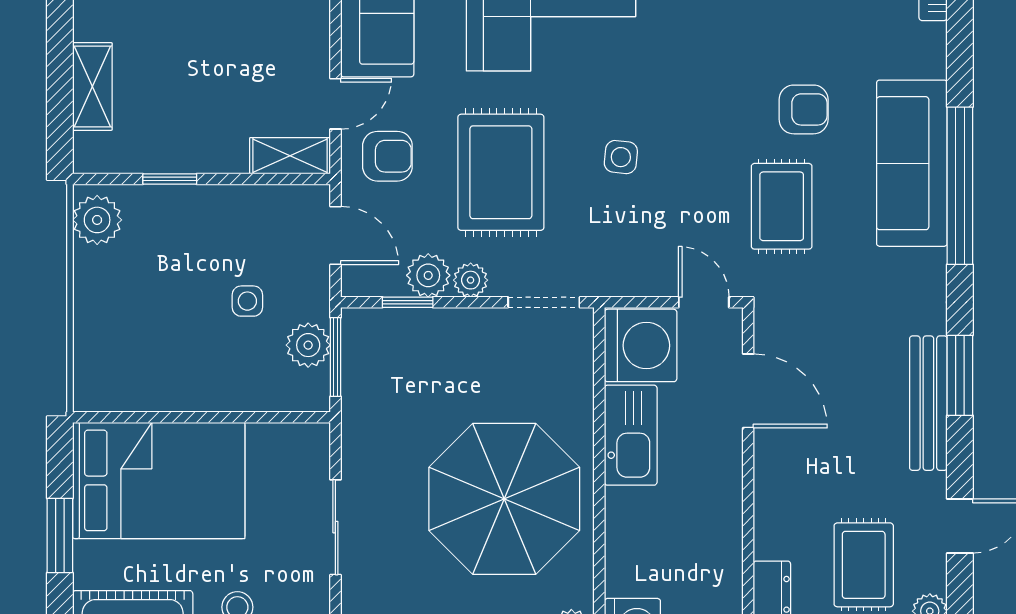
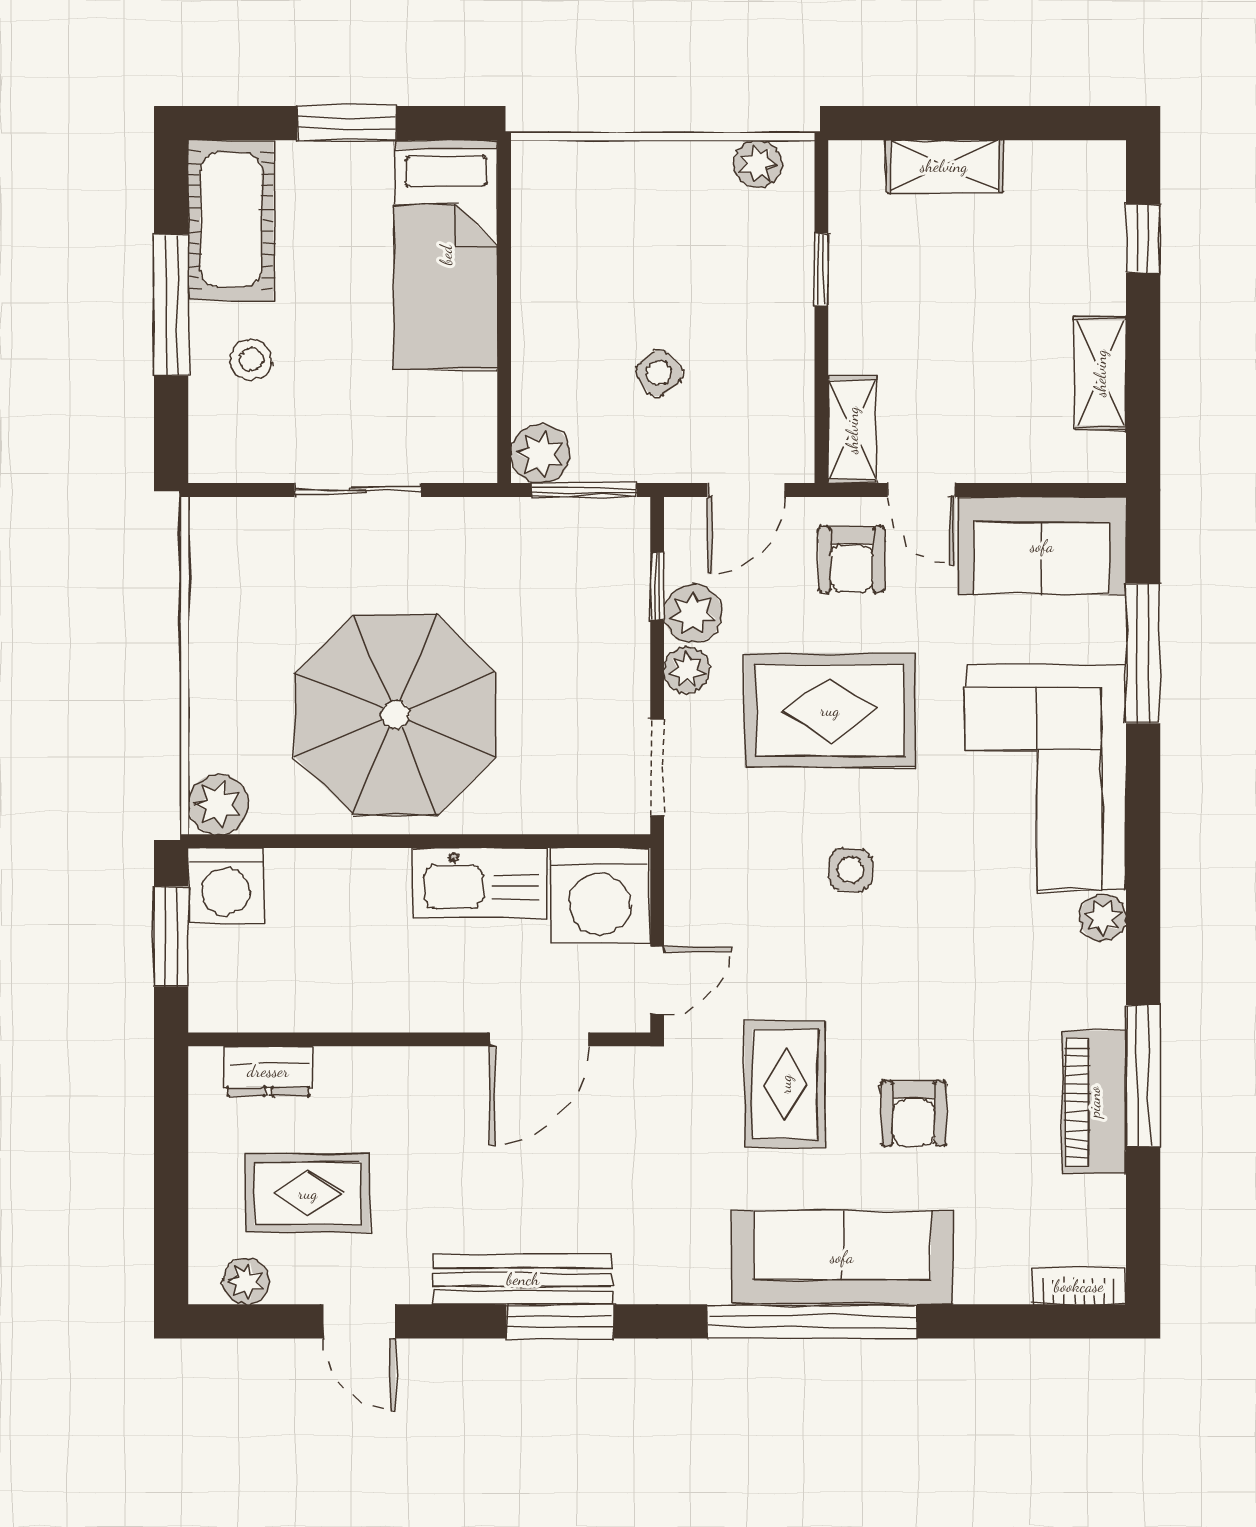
rug: (782, 206) -> (785, 1084), turned 90
plant: (97, 220) -> (758, 164), width x0.73, depth x0.73
side table: (247, 301) -> (659, 373), turned -38
plant: (308, 345) -> (540, 454), moved
bed: (159, 480) -> (446, 255), width x0.67

